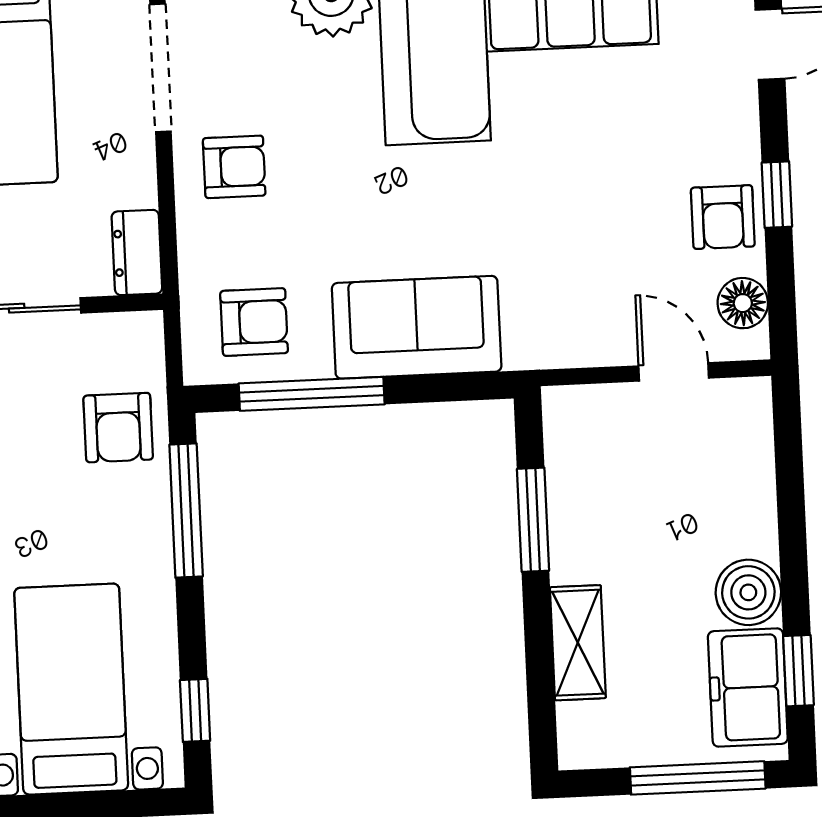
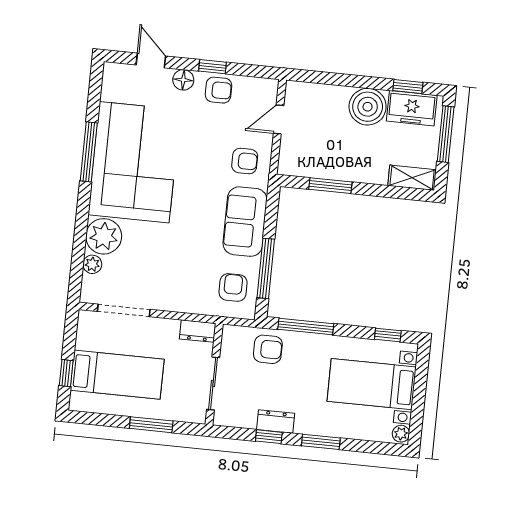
armchair: (234, 167) -> (245, 161), moved, turned 90
floor lamp: (743, 303) -> (183, 80), moved
boiler: (748, 592) -> (368, 107), width x1.37, depth x1.37
shelving: (578, 643) -> (412, 178), moved

